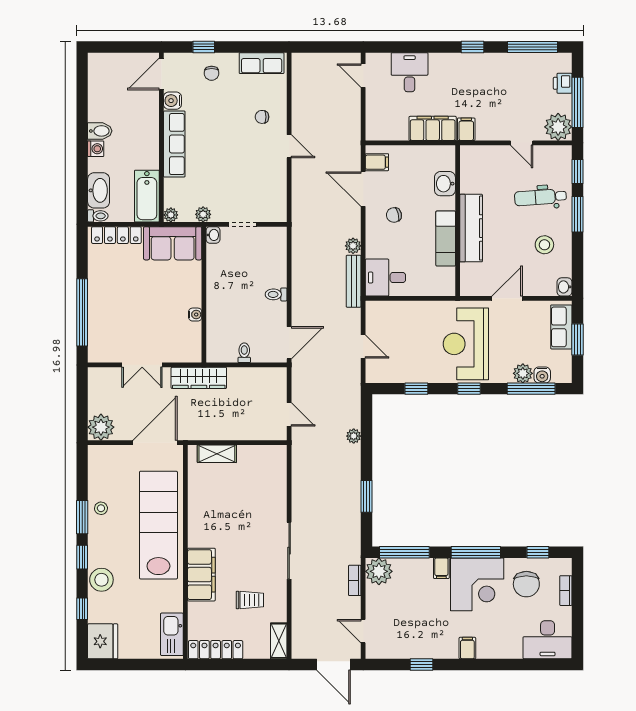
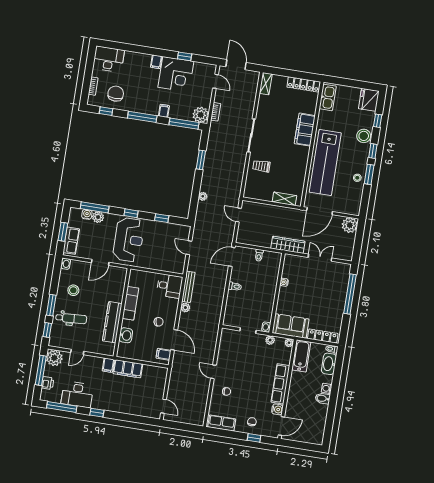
desk: (410, 72) -> (77, 394), moved, width x1.37
door: (522, 143) -> (77, 352), swing flipped
kitchen counter: (471, 228) -> (112, 322), moved
corner desk: (477, 584) -> (176, 74), moved, turned 180
trolley: (250, 600) -> (261, 166), moved

